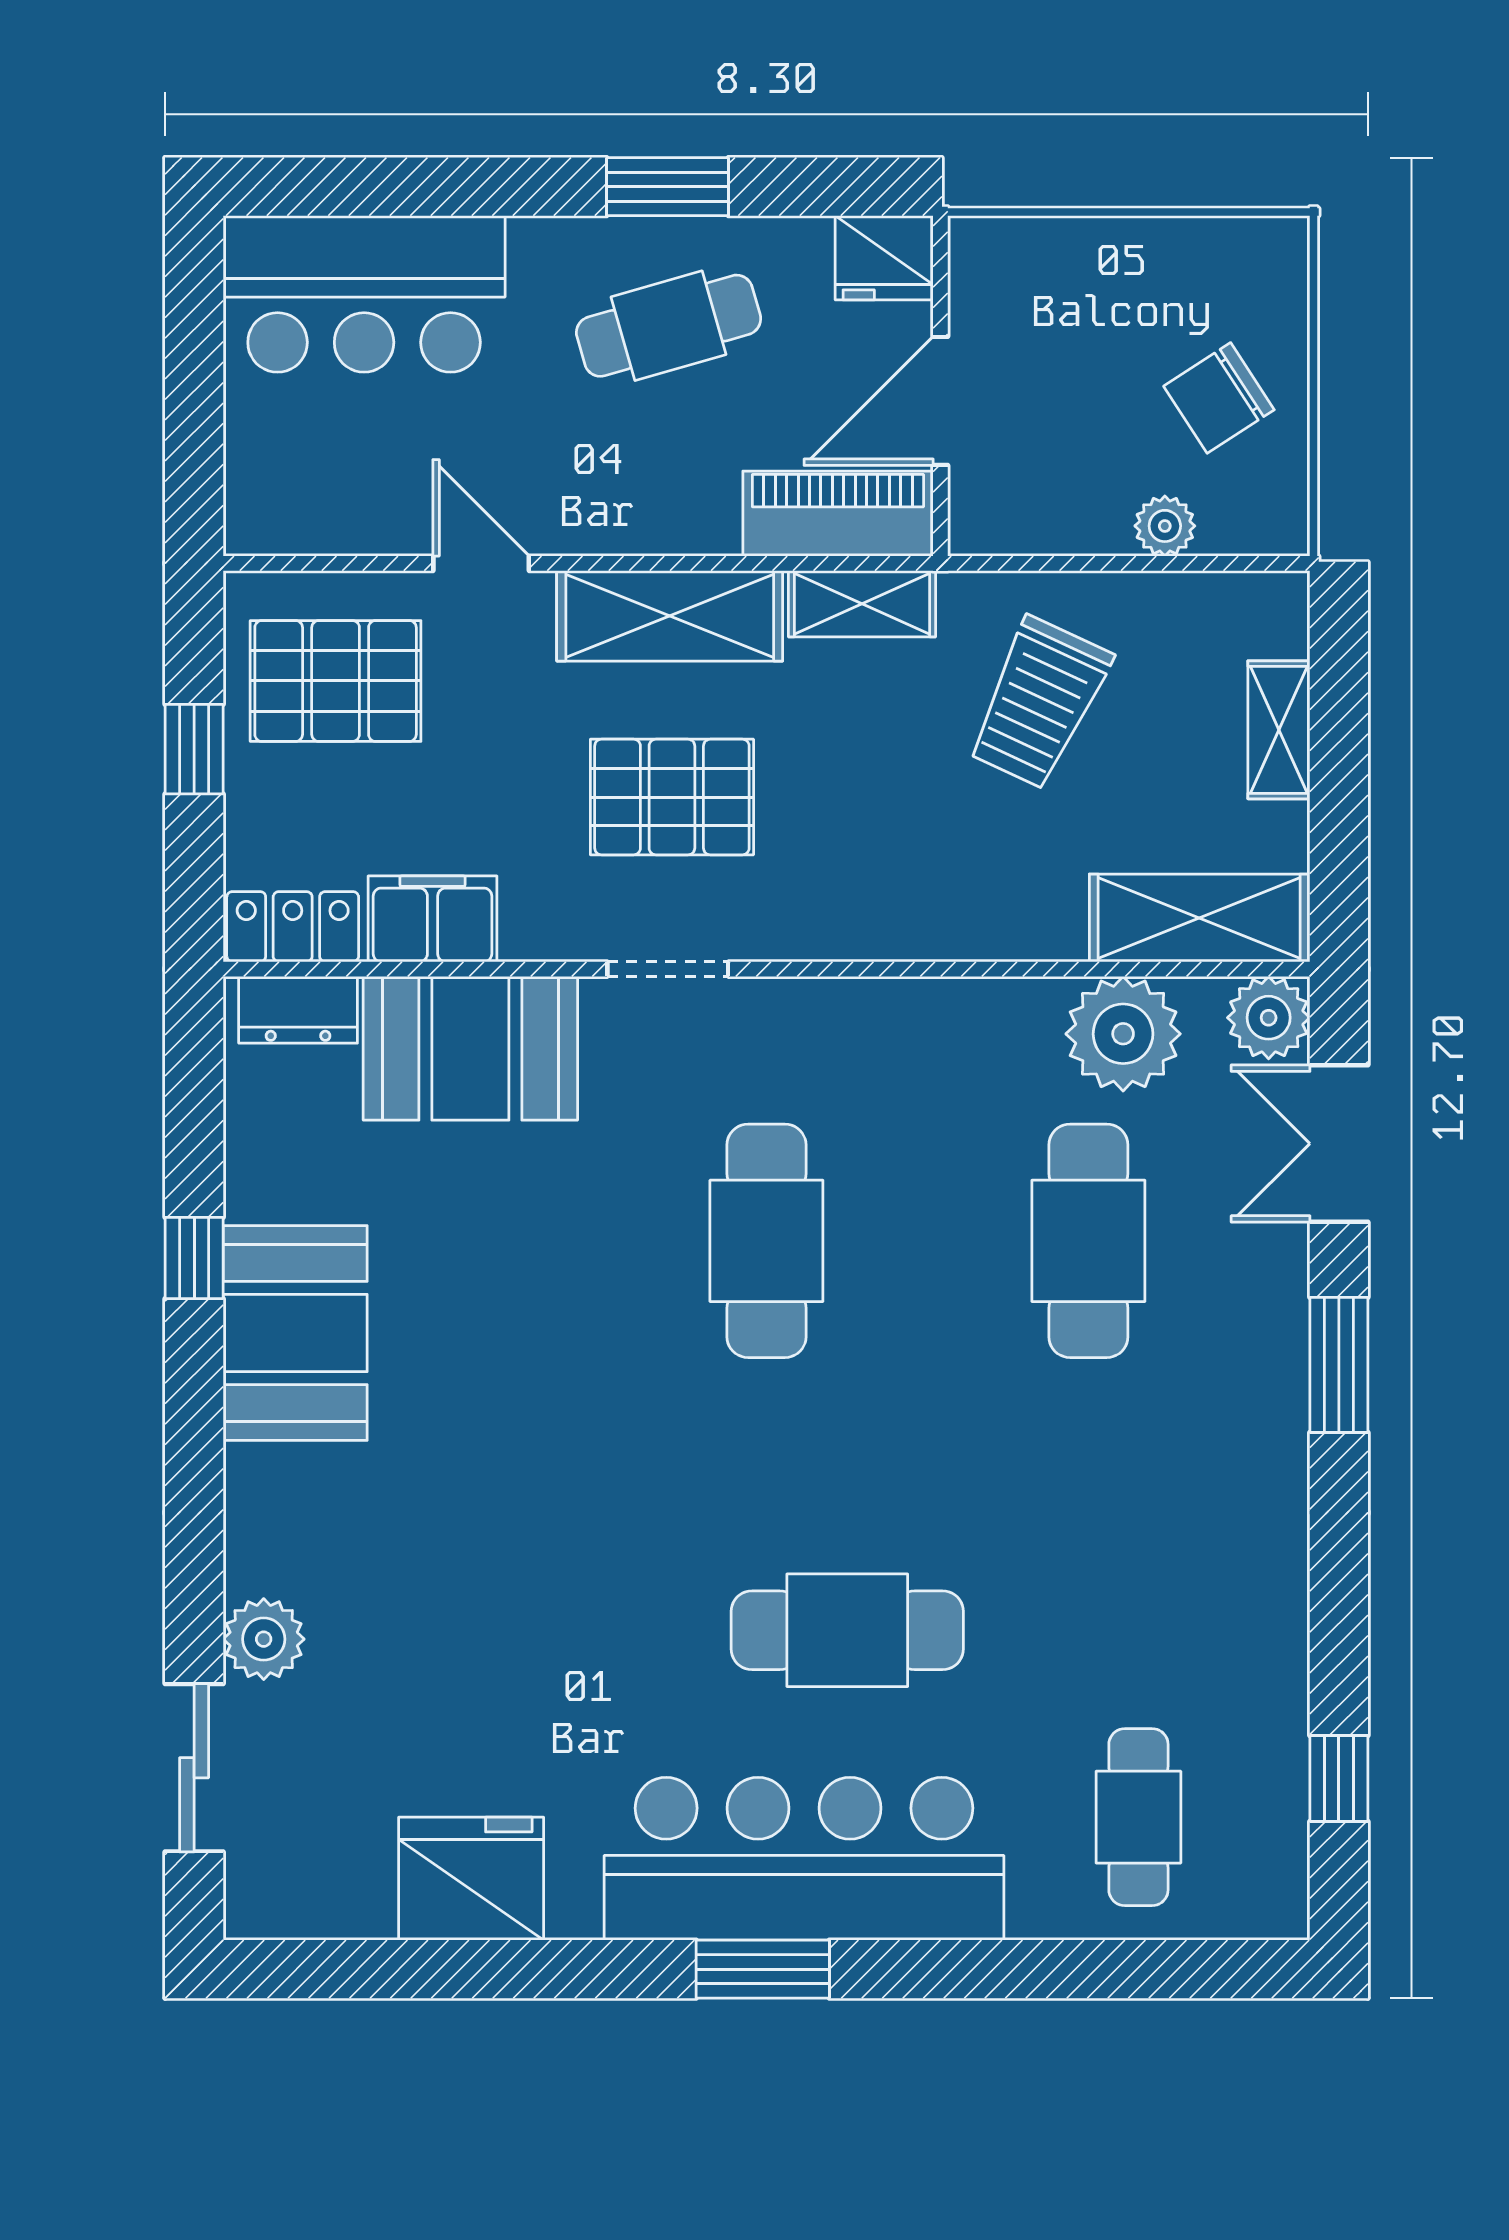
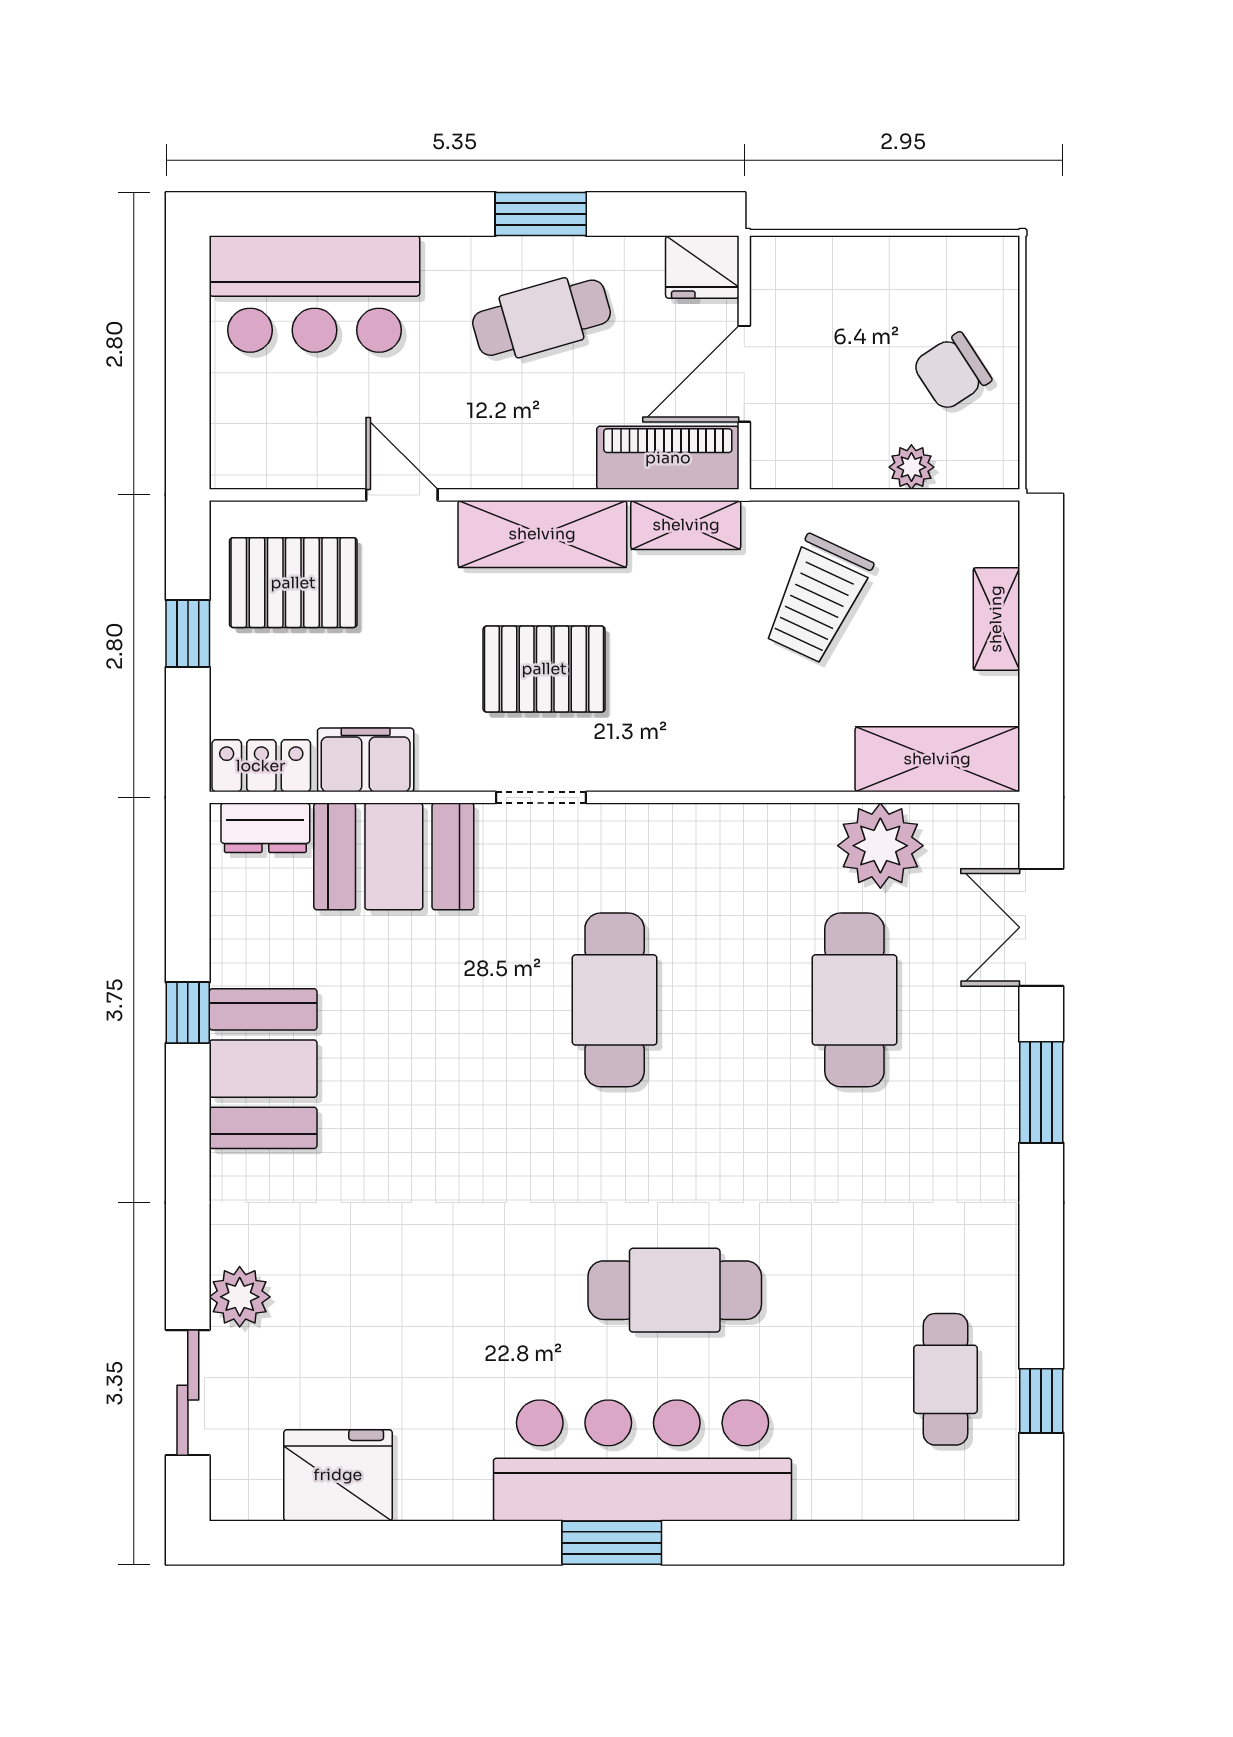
plant: (1269, 1018) -> (989, 834), removed
cafe table: (1138, 1817) -> (945, 1379), moved
fridge: (471, 1879) -> (338, 1475), moved

